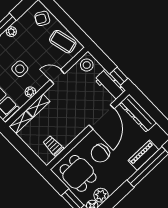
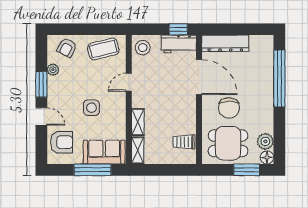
plant: (11, 32) -> (53, 70), moved
plant: (30, 92) -> (120, 118), removed
piano: (143, 155) -> (266, 73), removed

